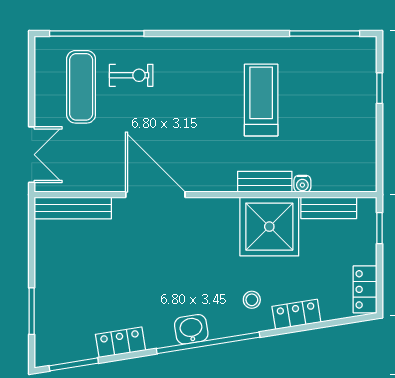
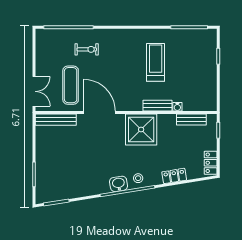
exercise mat: (81, 87) -> (71, 85), moved
shower: (269, 227) -> (141, 129), moved
stool: (252, 300) -> (138, 178), moved
locker: (120, 342) -> (81, 191), removed

